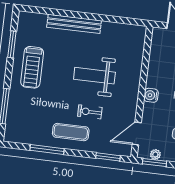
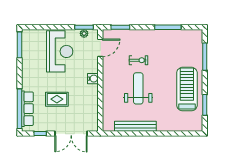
bench: (74, 24) -> (135, 126), moved
treadmill: (32, 67) -> (187, 89), width x1.37, depth x1.38
weight bench: (94, 76) -> (138, 88), turned -90
exercise mat: (71, 132) -> (151, 43), removed

